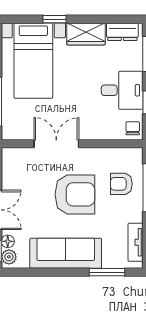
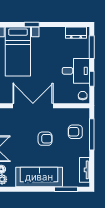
wardrobe: (86, 34) -> (52, 34), removed
double door: (56, 144) -> (33, 106), width x1.37
armchair: (75, 194) -> (45, 139), width x0.53, depth x0.53

